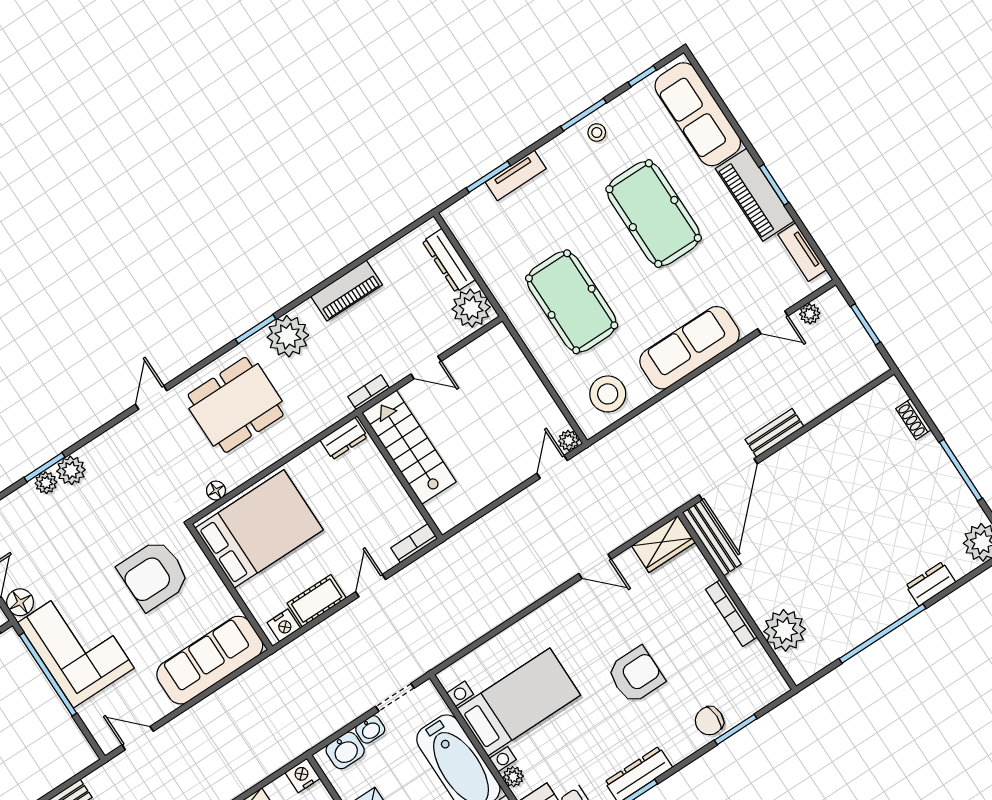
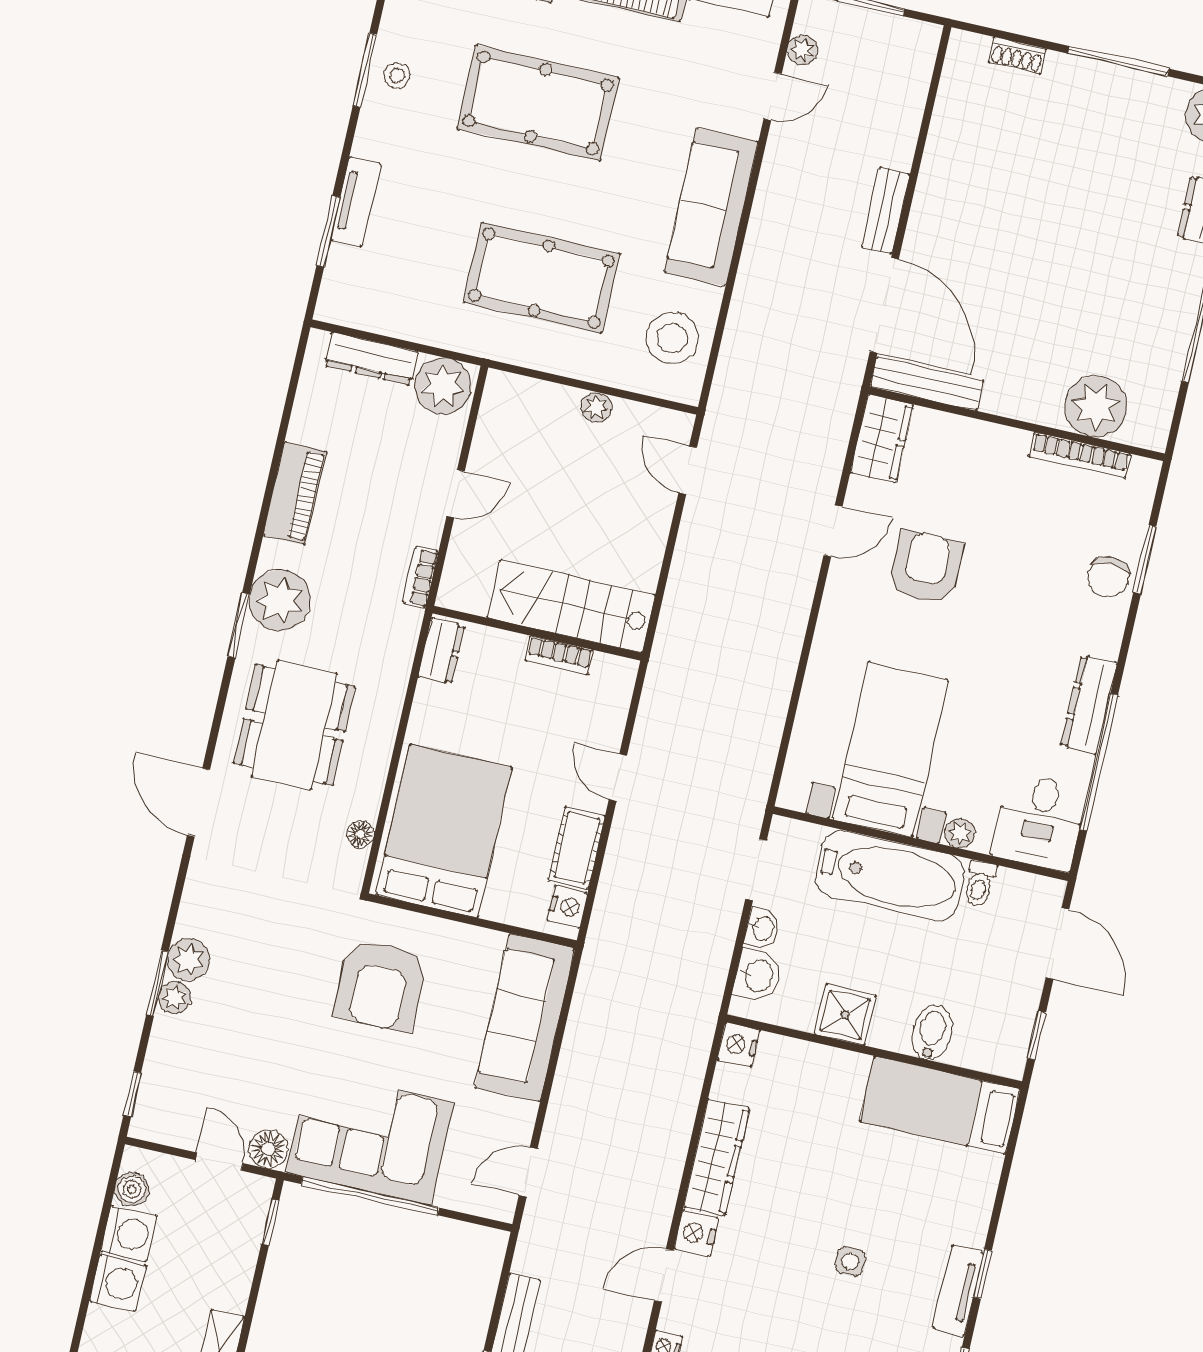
door: (151, 397) -> (198, 802), width x1.38
plant: (569, 441) -> (596, 407), moved
stairs: (409, 447) -> (571, 606), moved
bookcase: (414, 543) -> (559, 655), moved, turned -90
bookcase: (731, 613) -> (1080, 455), moved
armchair: (636, 675) -> (926, 567), moved

